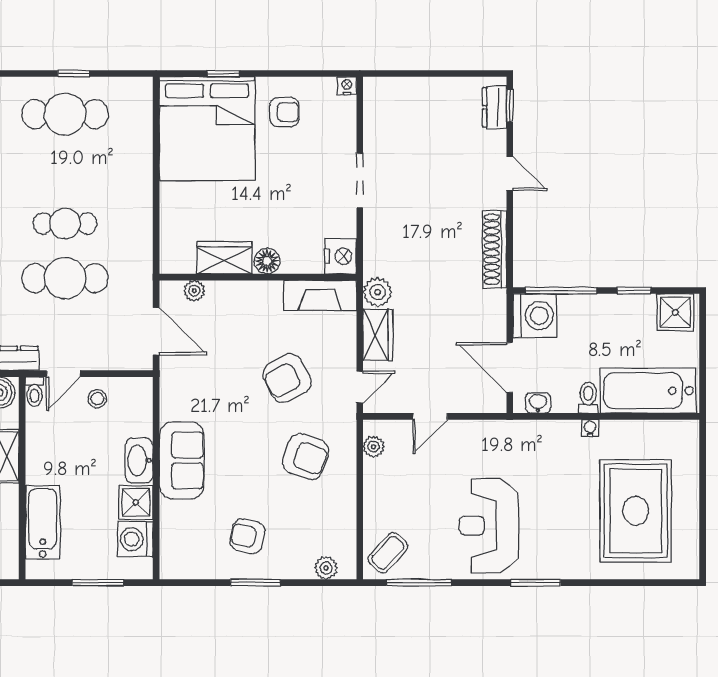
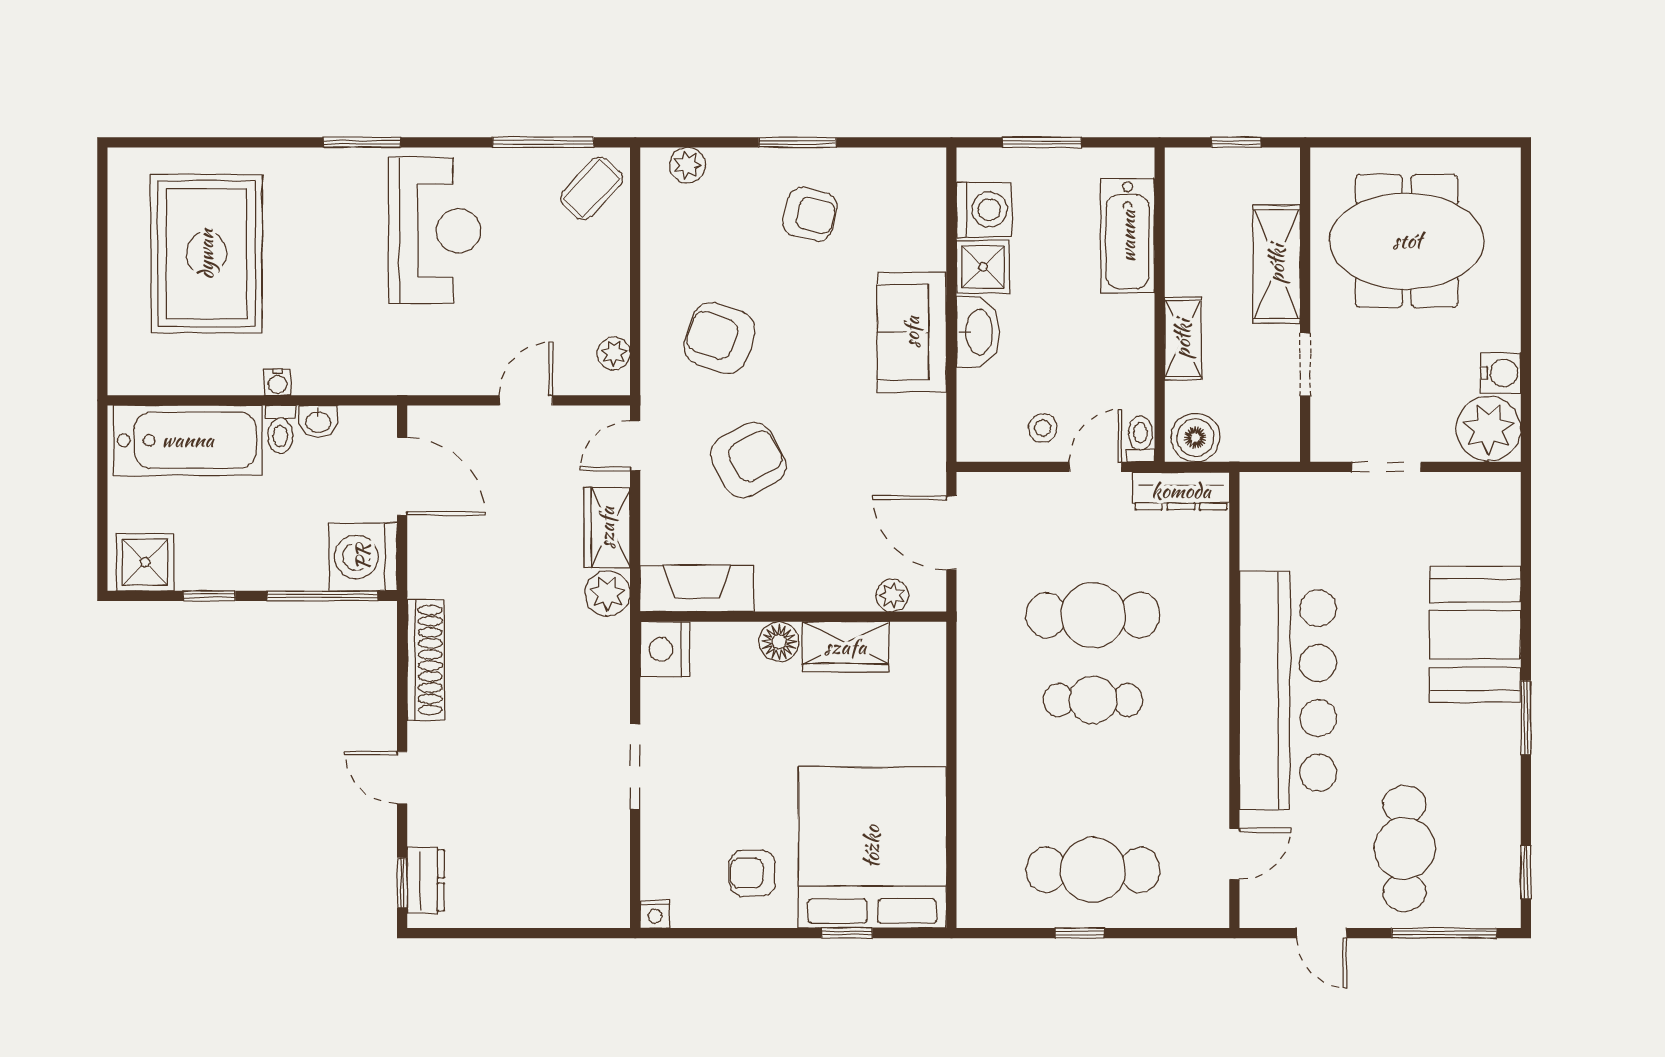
washbasin: (538, 403) -> (318, 421), moved

